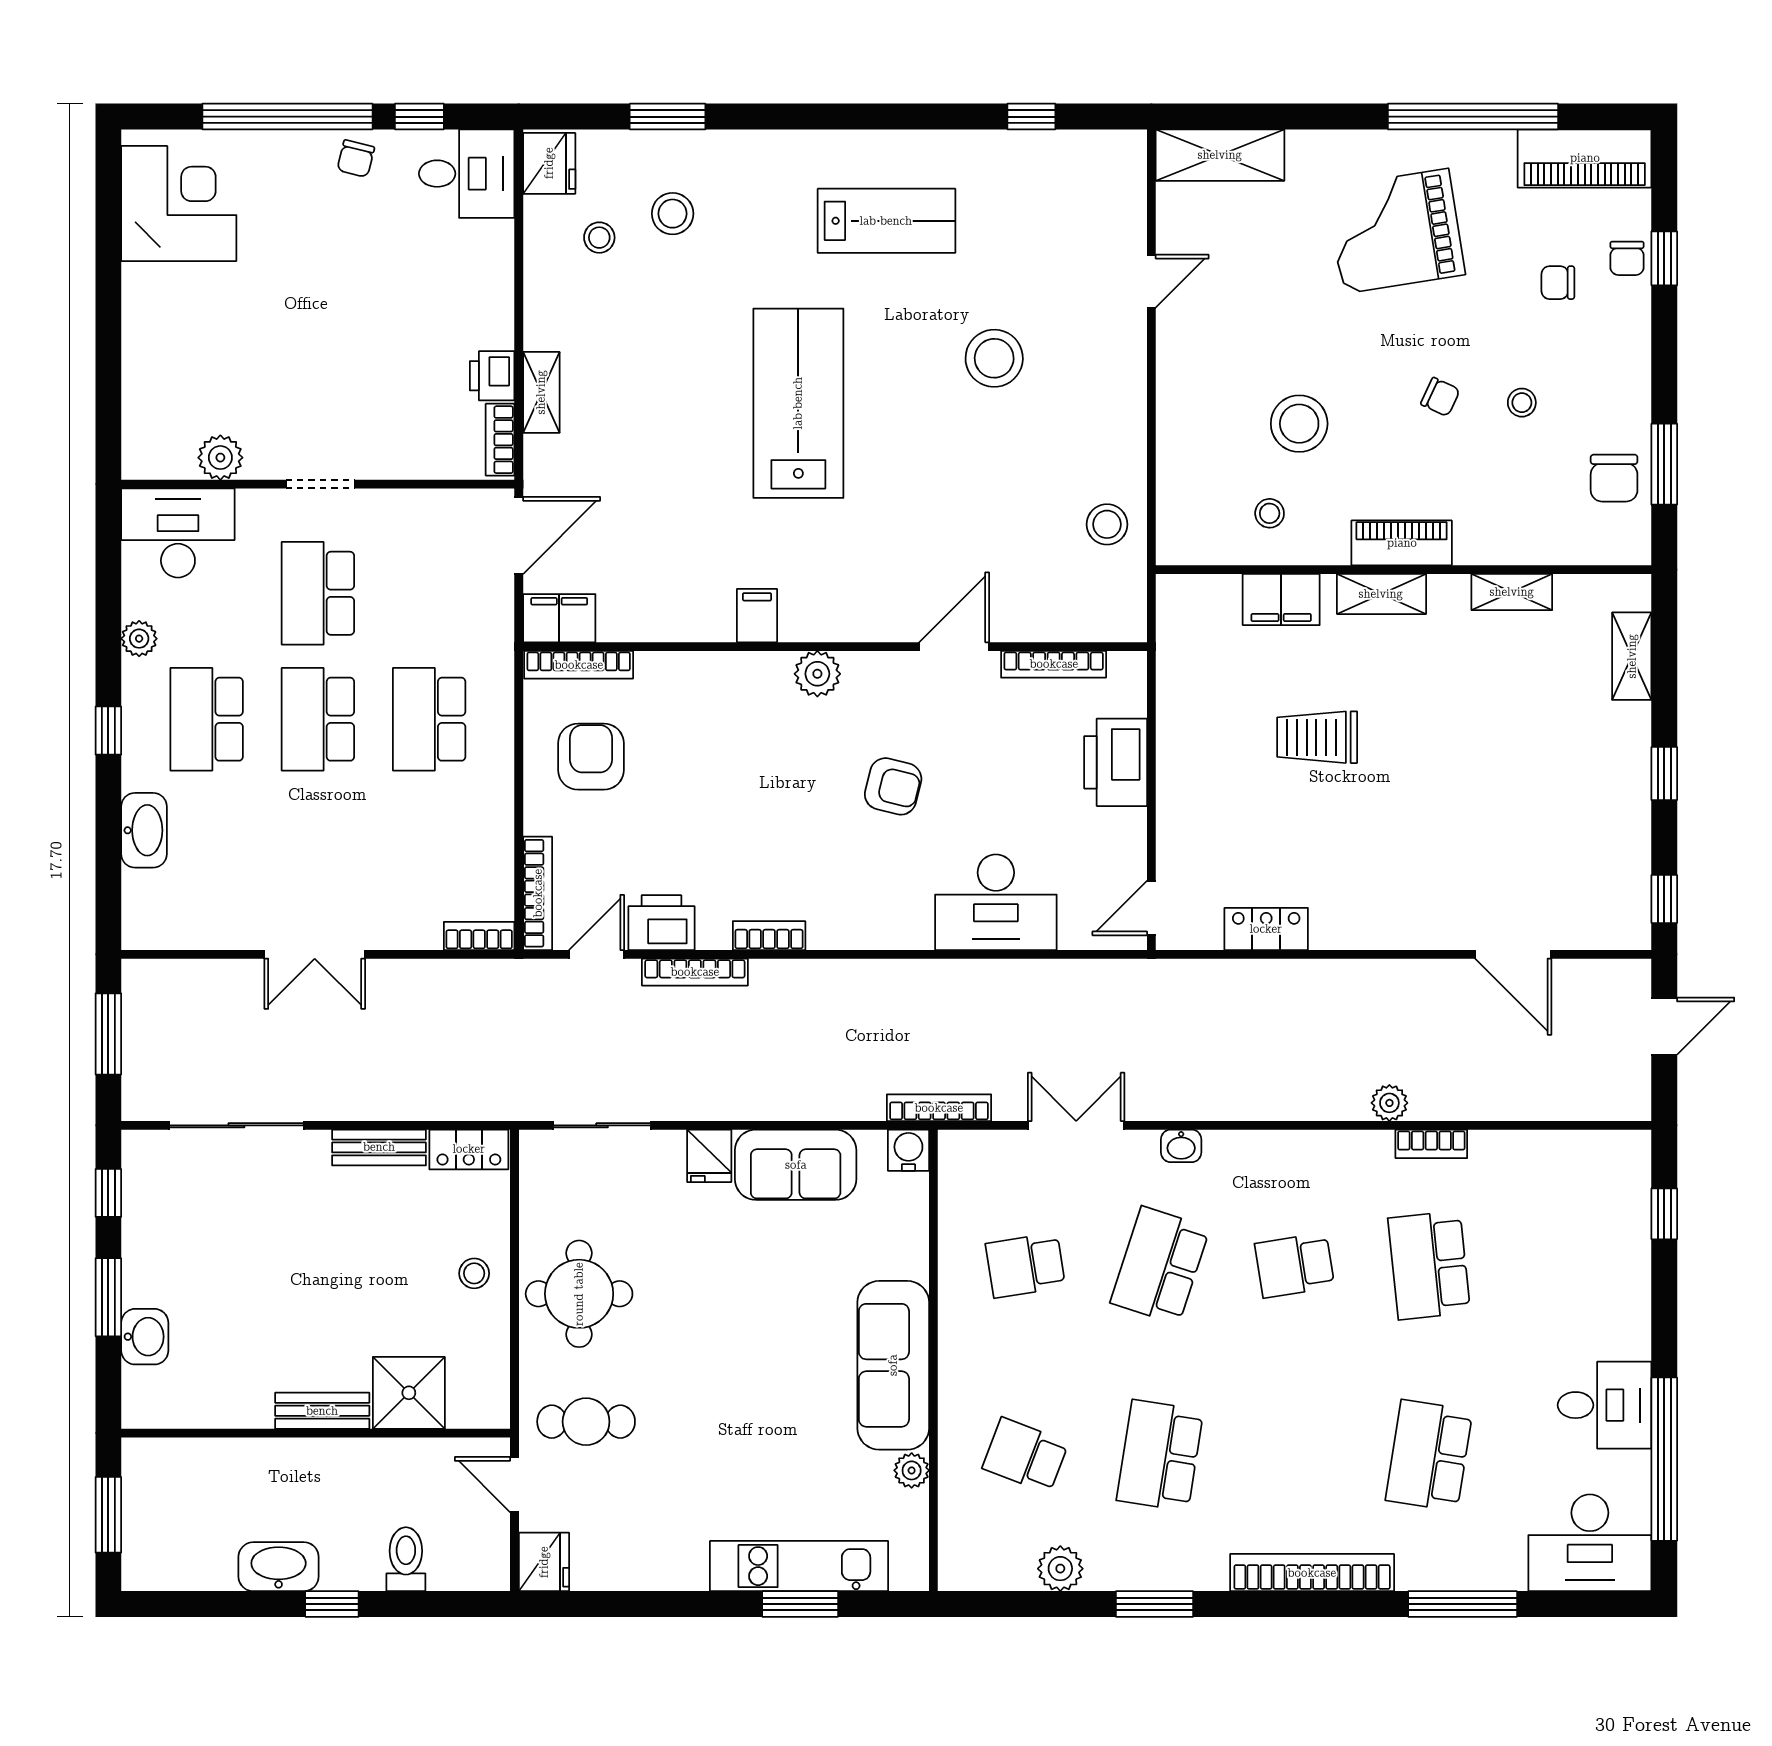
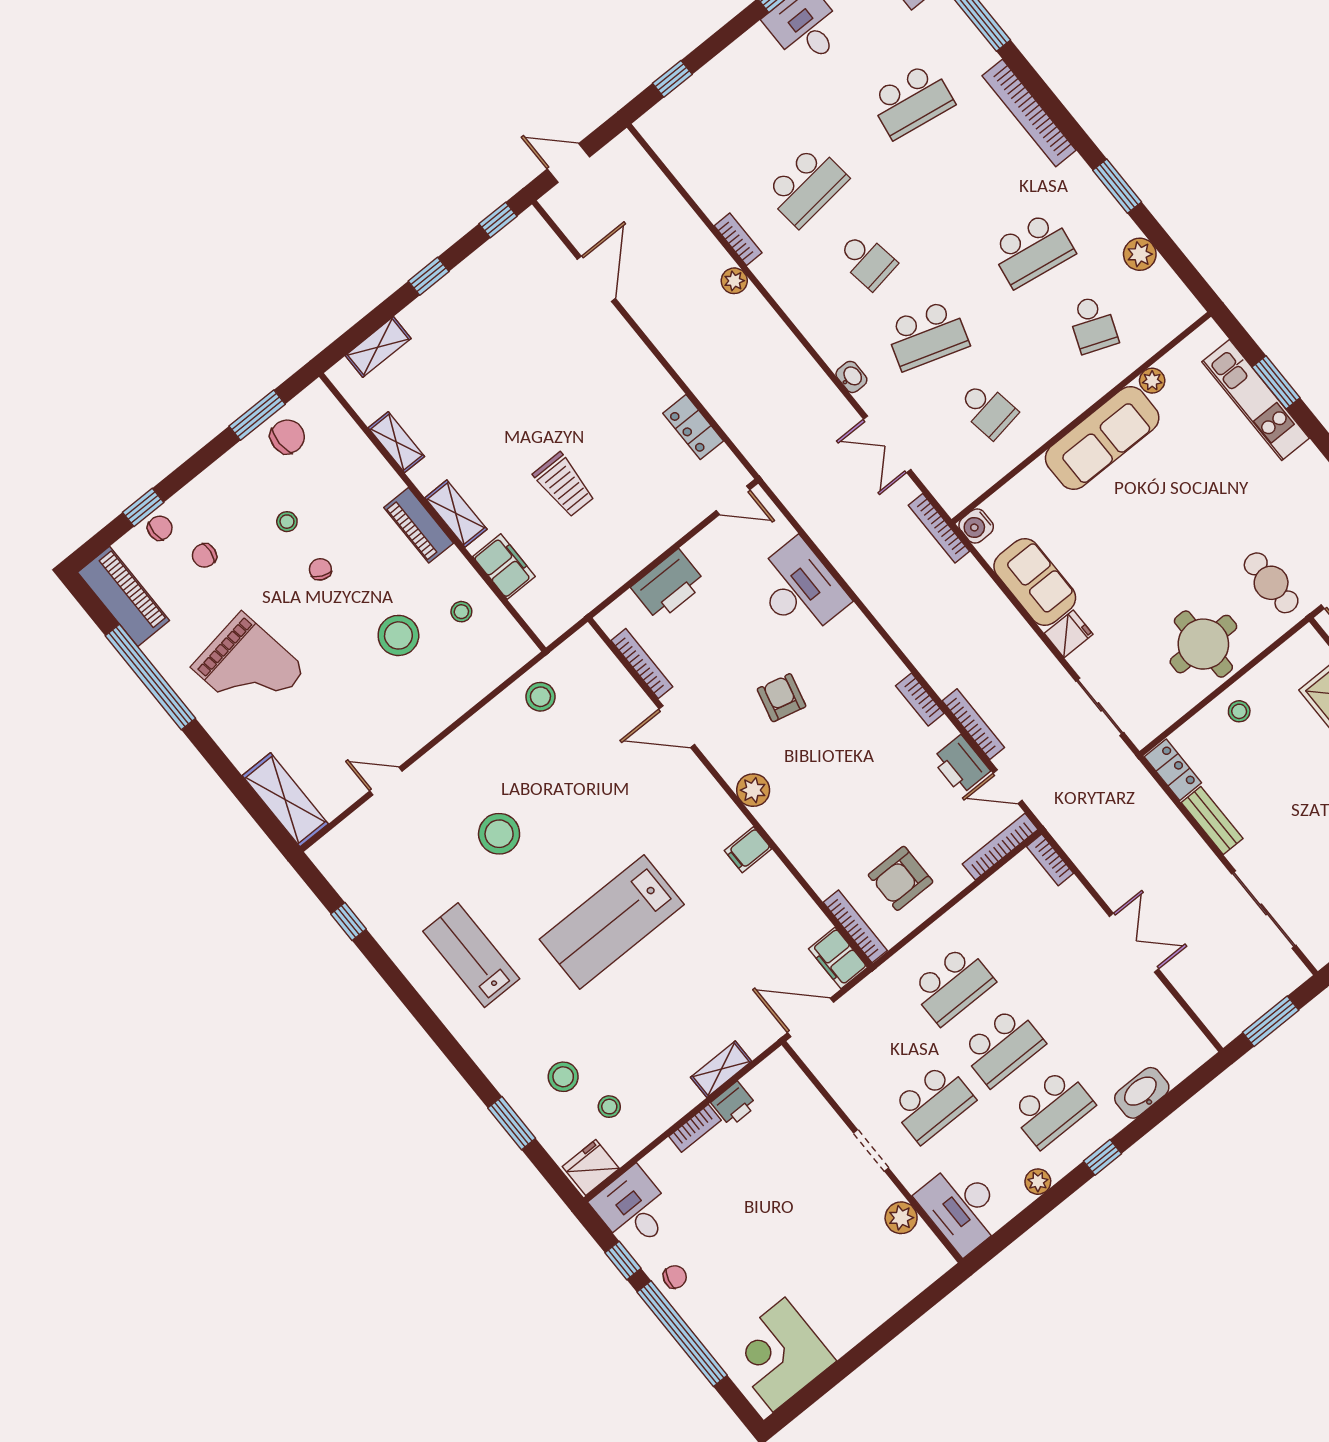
chair: (1558, 283) -> (204, 555), turned 97
bookcase: (500, 440) -> (695, 1128), moved

